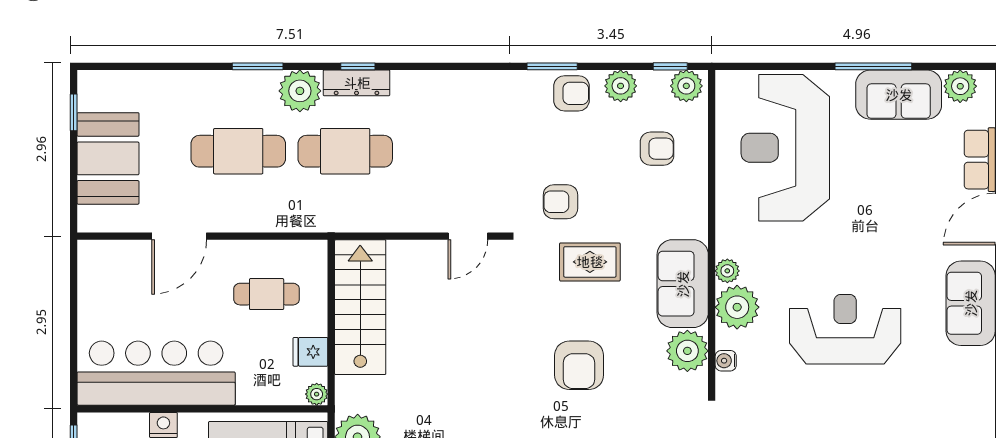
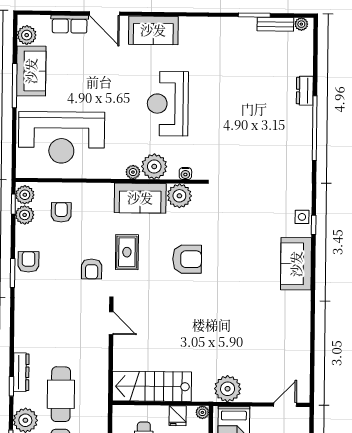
dresser: (357, 83) -> (21, 372), moved
plant: (621, 86) -> (25, 215), moved

